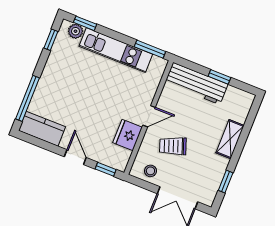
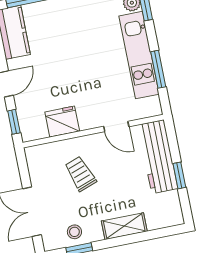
window: (150, 49) -> (158, 69), moved
door: (149, 116) -> (116, 126), moved
stool: (150, 171) -> (74, 232), moved

